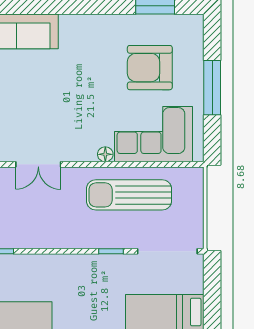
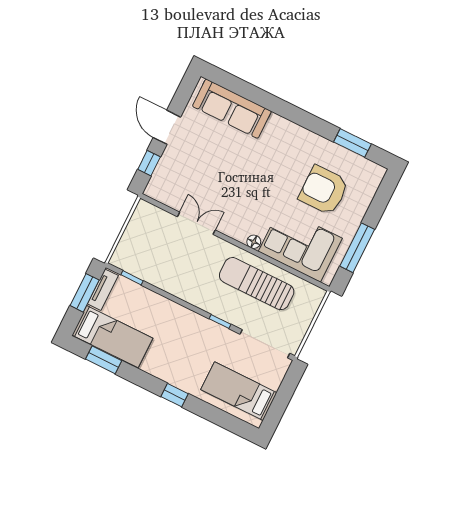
window: (212, 88) -> (357, 248), moved
double door: (38, 164) -> (196, 223), swing flipped

